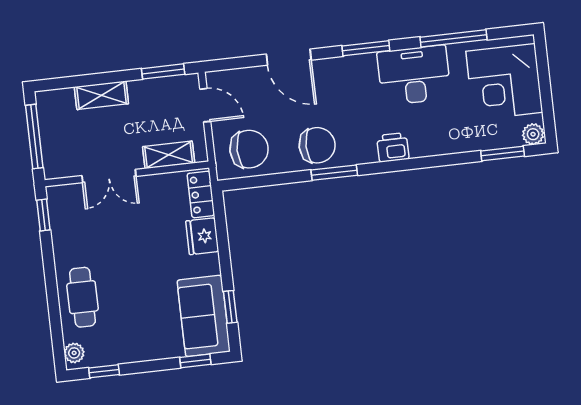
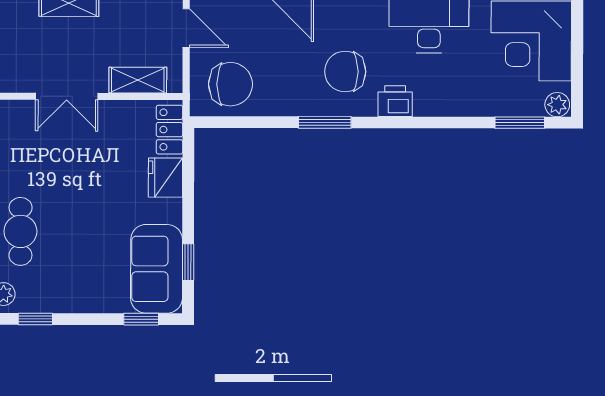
chair: (317, 145) -> (345, 71), moved, turned 180

